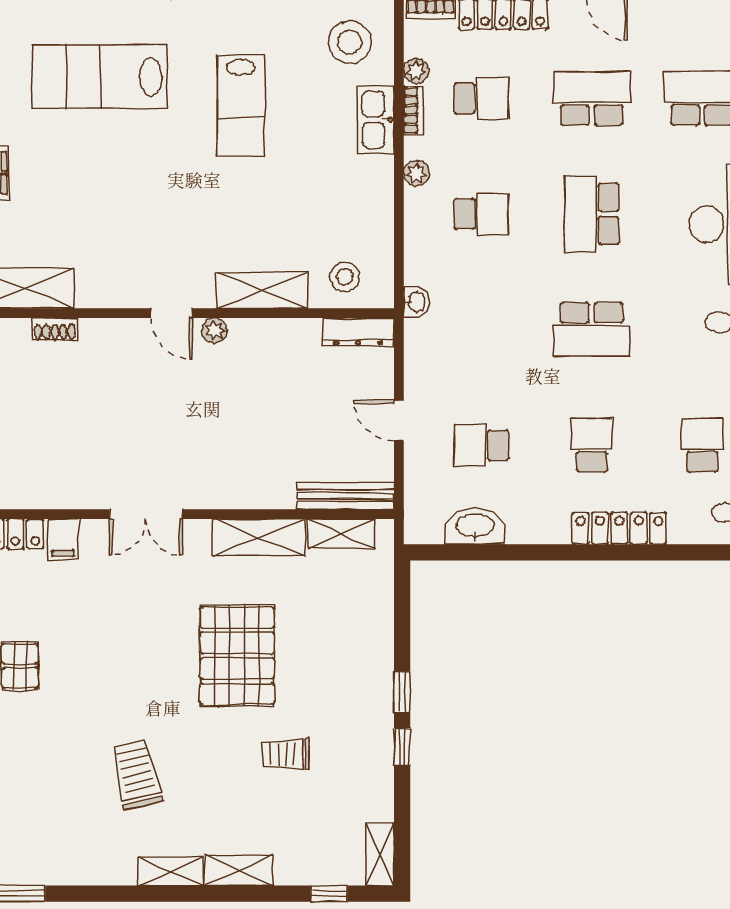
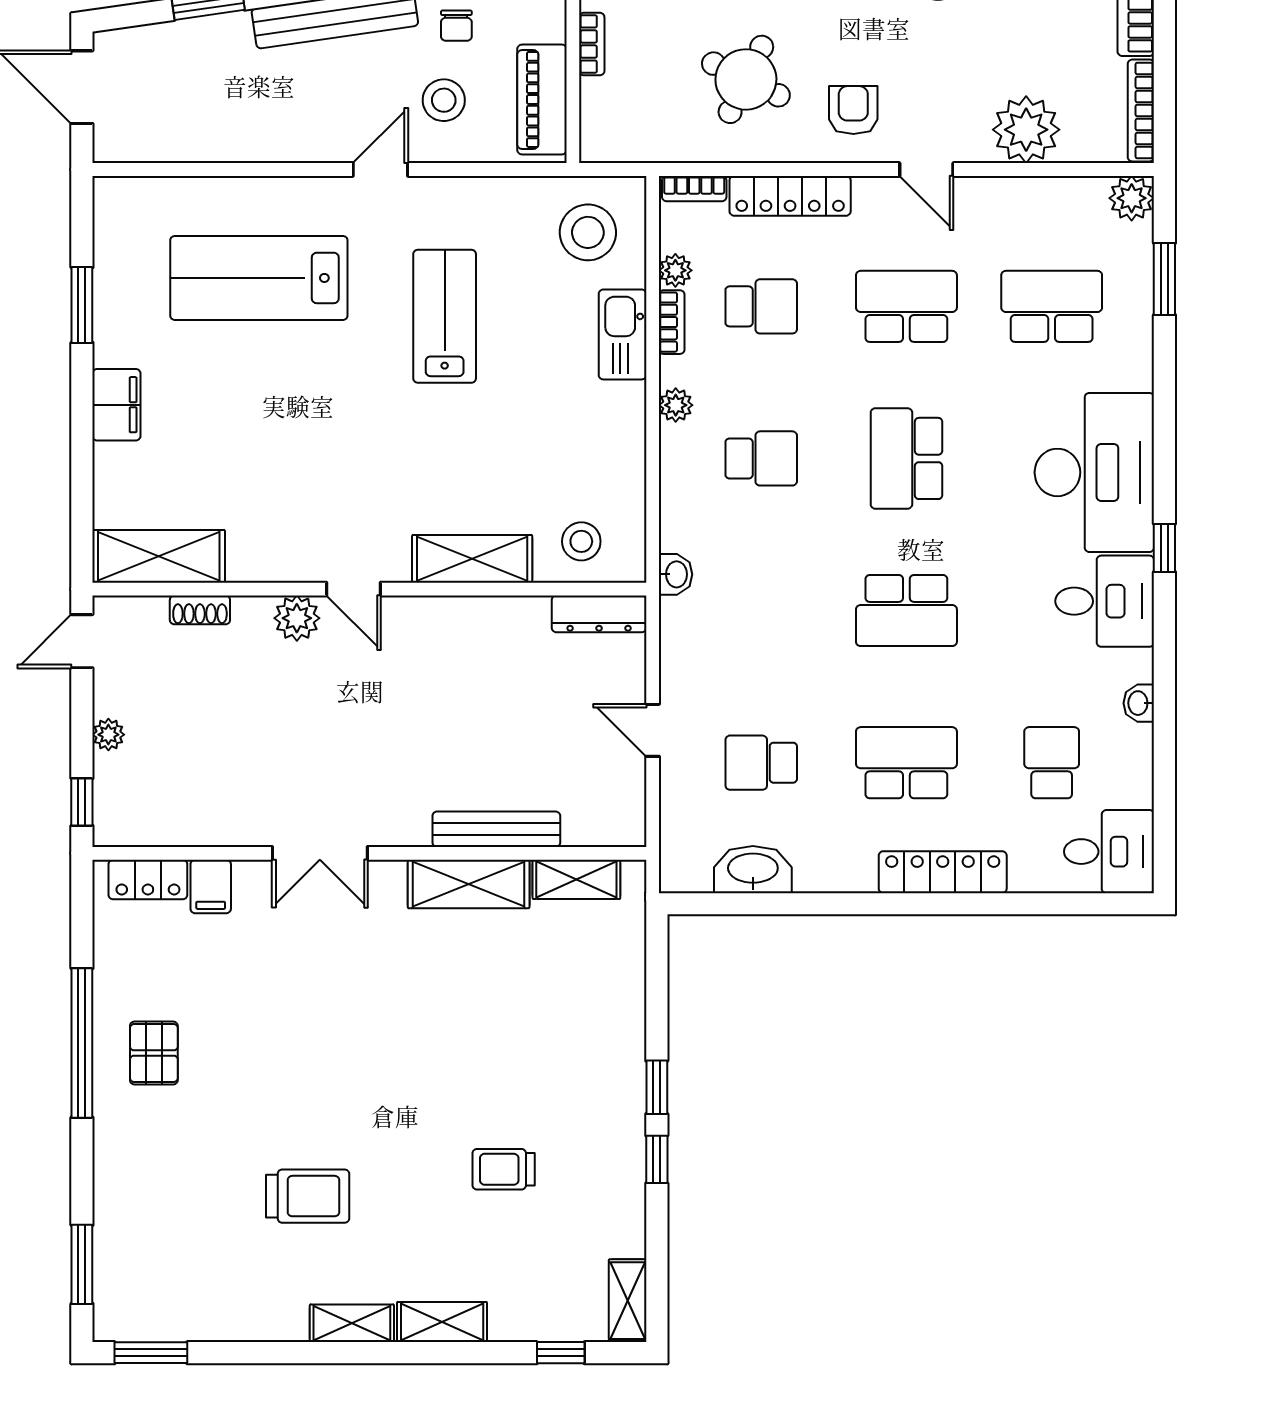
lab bench: (241, 106) -> (445, 316), turned 180
plant: (214, 331) -> (297, 618), moved, width x1.38, depth x1.38
school desk: (592, 445) -> (906, 763), width x1.85
bench: (346, 496) -> (496, 829), moved
pallet: (237, 656) -> (440, 1040), removed
trolley: (137, 775) -> (308, 1196), turned 103

